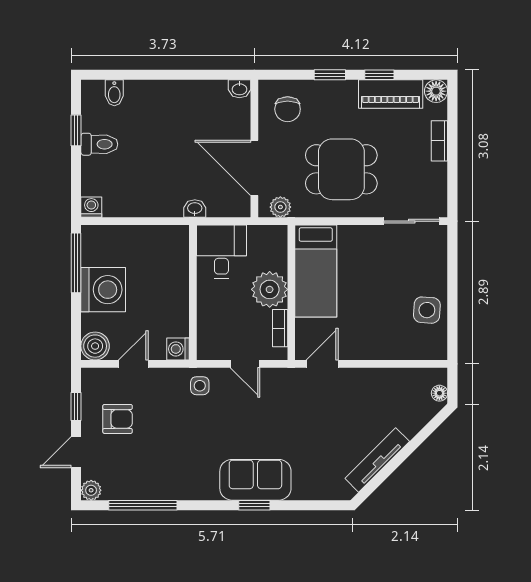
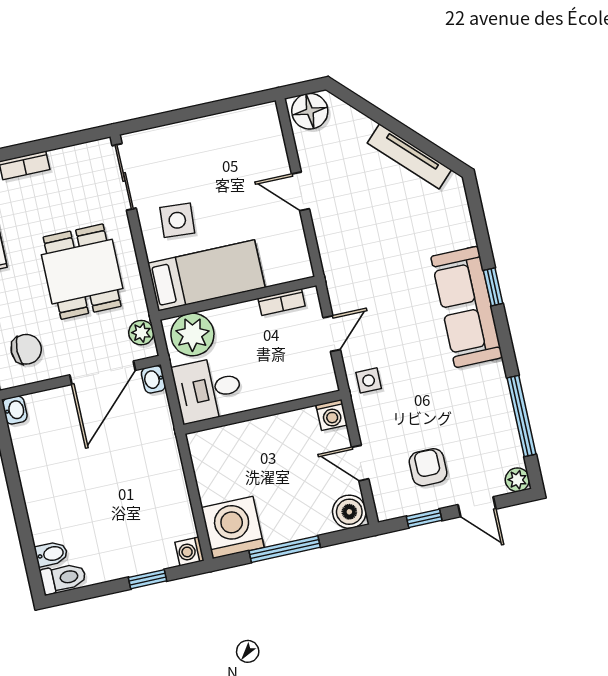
window: (76, 130) -> (148, 579), moved
toilet: (99, 144) -> (63, 578), moved, turned 90
washbasin: (195, 209) -> (153, 379), moved
window: (76, 263) -> (285, 549), moved
plant: (270, 289) -> (192, 335), moved
washing machine: (103, 290) -> (233, 528), moved
side table: (427, 310) -> (177, 220), moved
door: (322, 364) -> (300, 191), moved
floor lamp: (439, 393) -> (310, 111), width x1.89, depth x1.89
sofa: (255, 480) -> (467, 307), width x1.36

